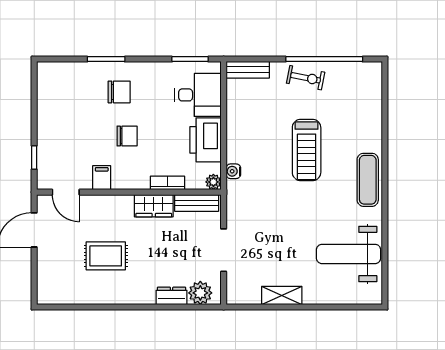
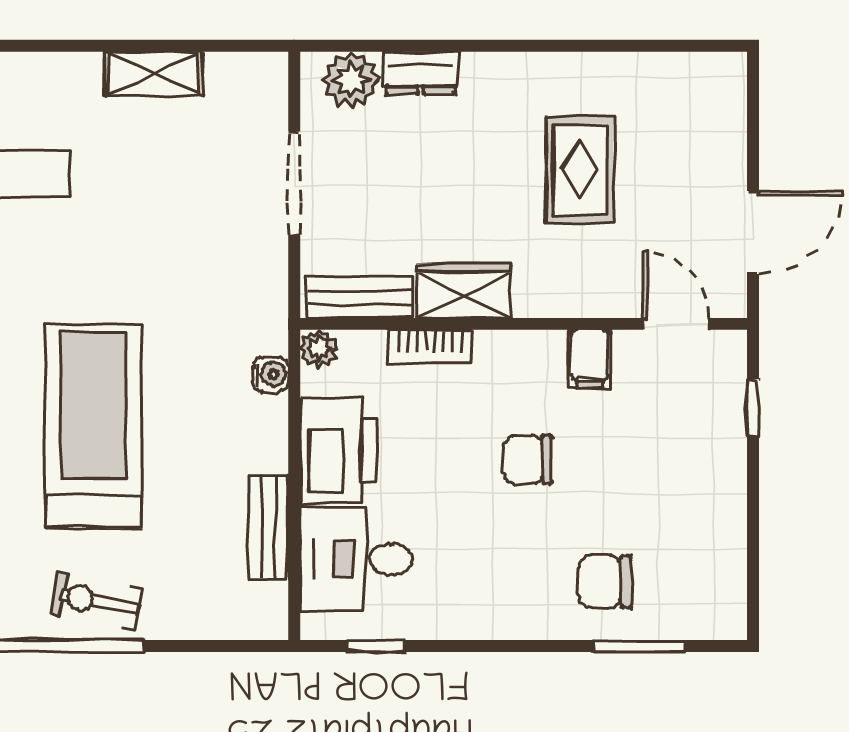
window: (106, 59) -> (639, 646), moved
window: (190, 59) -> (376, 646), width x0.67
bench: (248, 70) -> (268, 527), moved, turned 90
chair: (119, 92) -> (605, 582), moved
treadmill: (307, 150) -> (93, 426), width x1.37, depth x1.38
rug: (106, 256) -> (580, 169), turned 90

